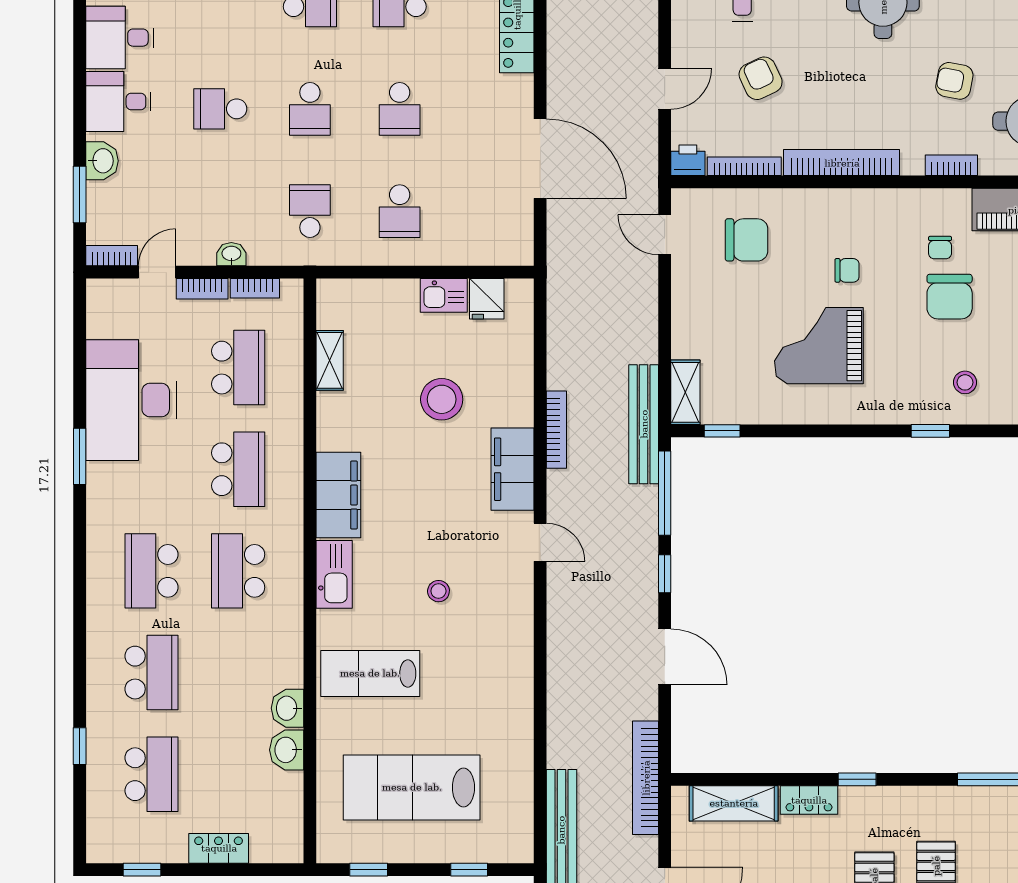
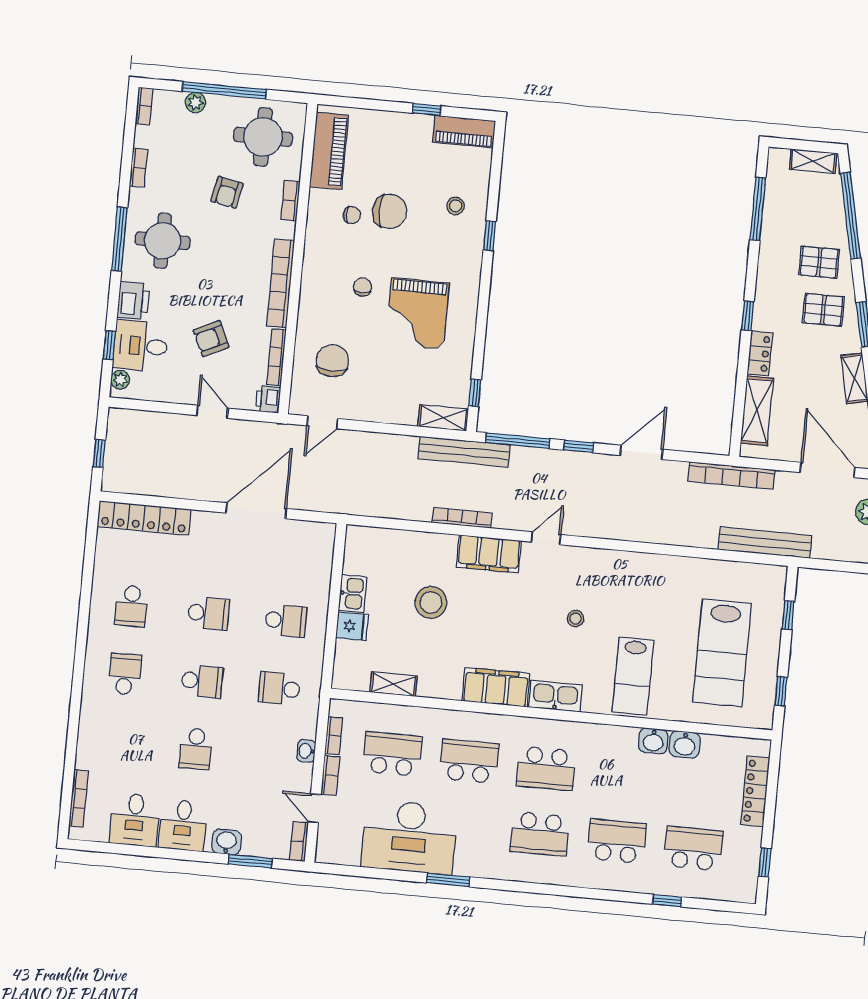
fridge: (487, 299) -> (352, 626), moved
locker: (219, 848) -> (755, 791), width x1.53

